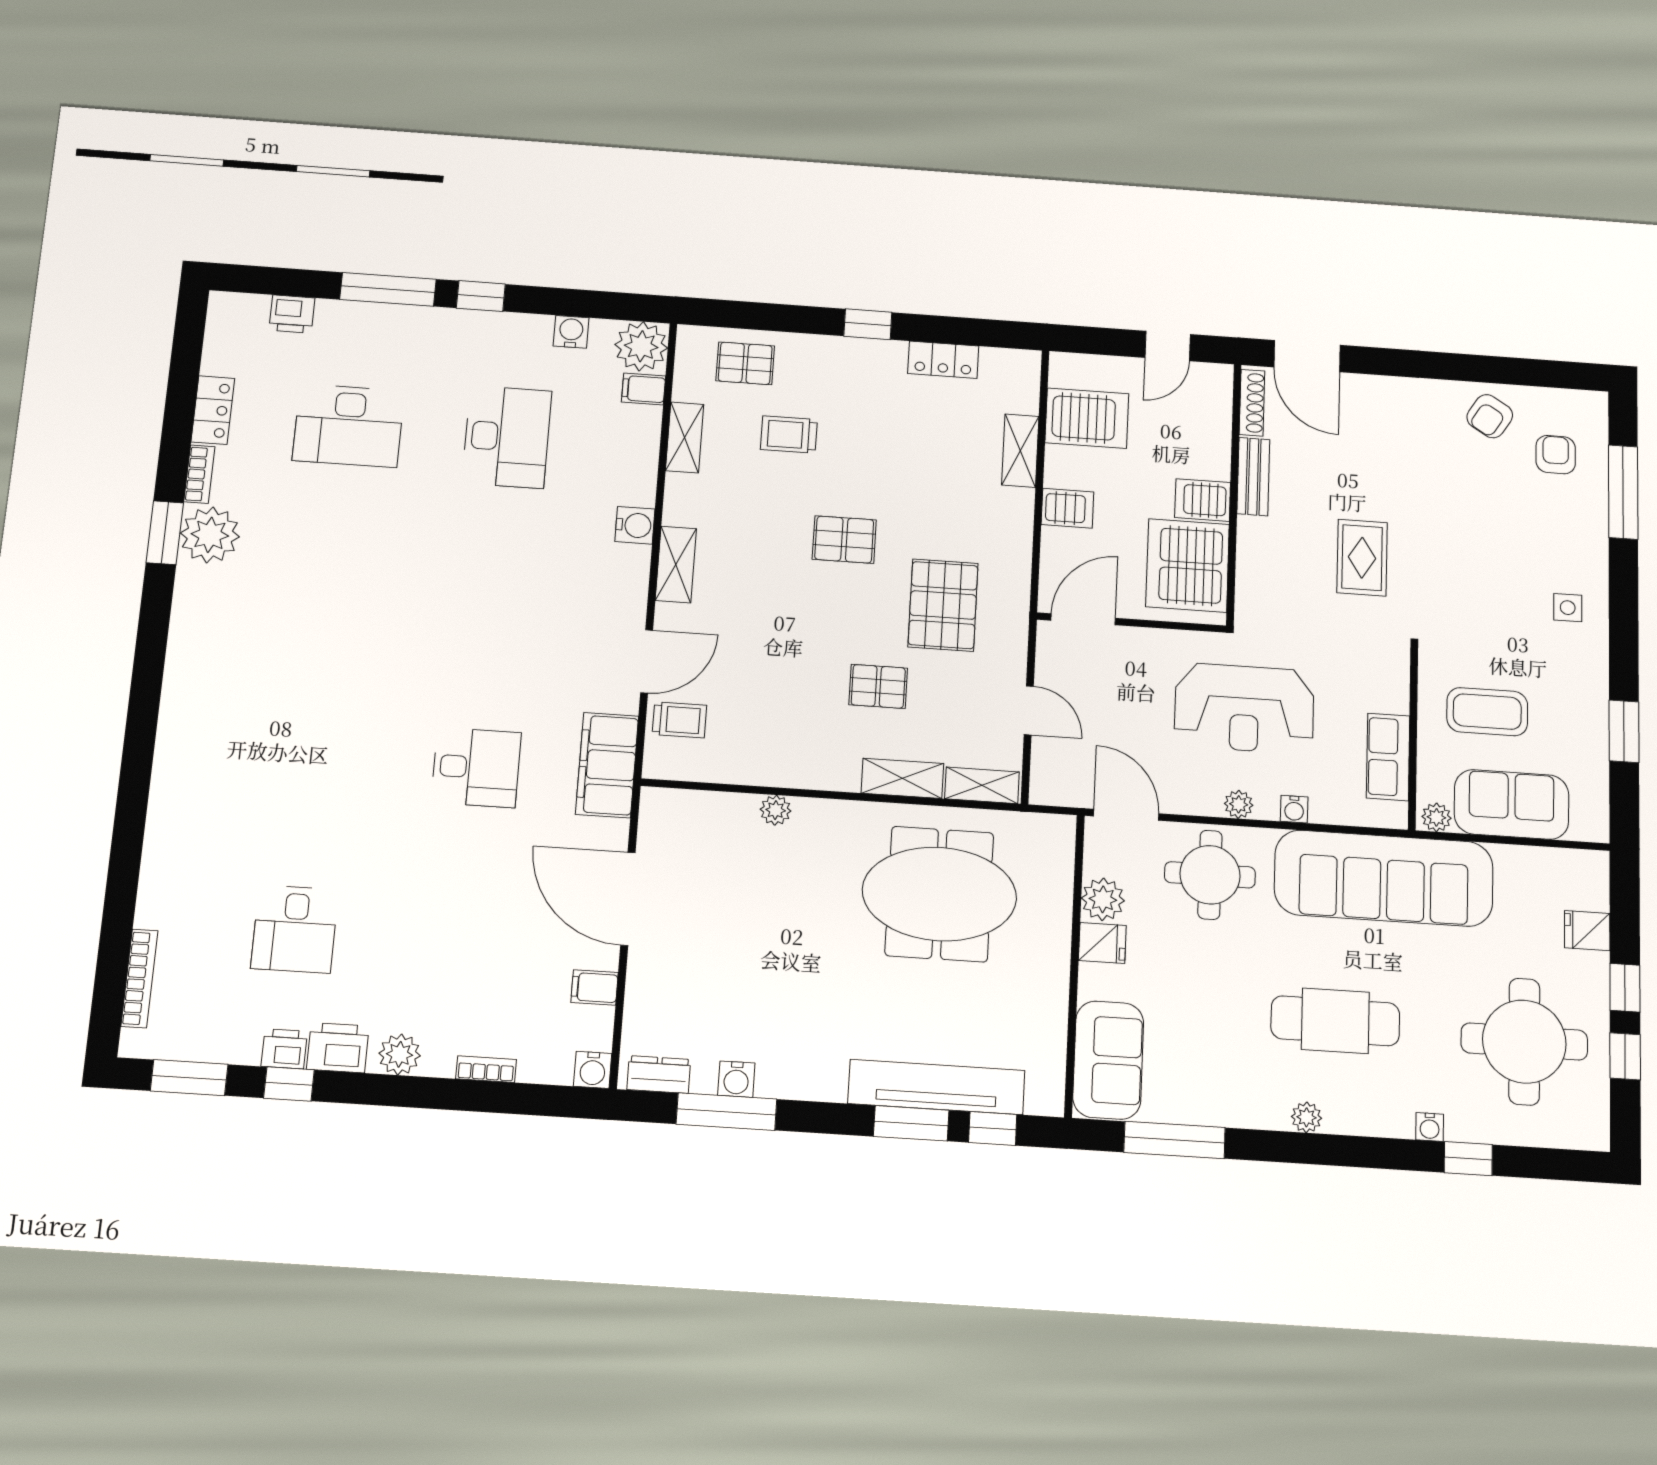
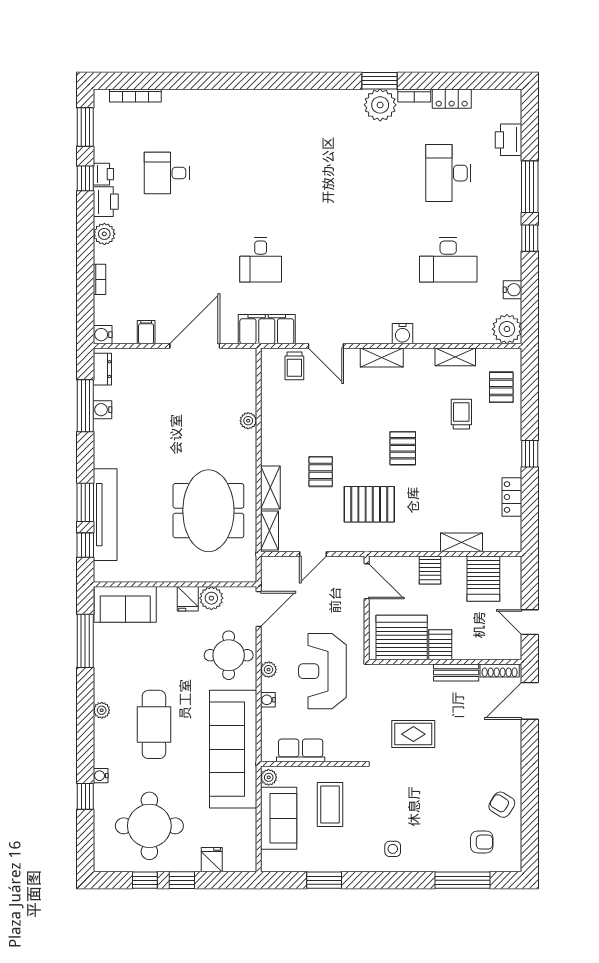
printer: (292, 314) -> (509, 140), width x1.36, depth x1.24
filing cabinet: (644, 389) -> (482, 332), removed

